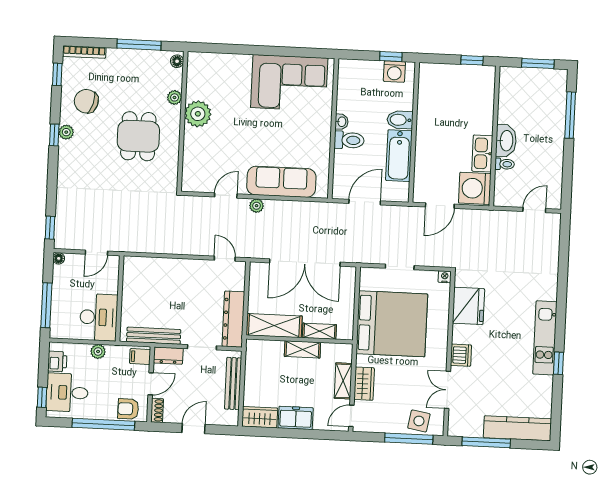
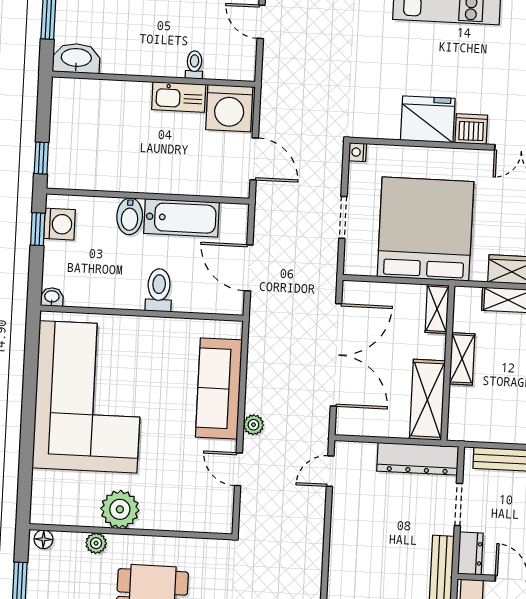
window: (472, 60) -> (41, 158), moved
corner sofa: (289, 83) -> (88, 397), width x1.36, depth x1.36
washbasin: (342, 122) -> (52, 297), moved
washbasin: (506, 141) -> (76, 58), moved
fridge: (468, 306) -> (428, 119), moved
shelving: (319, 331) -> (437, 309), moved

